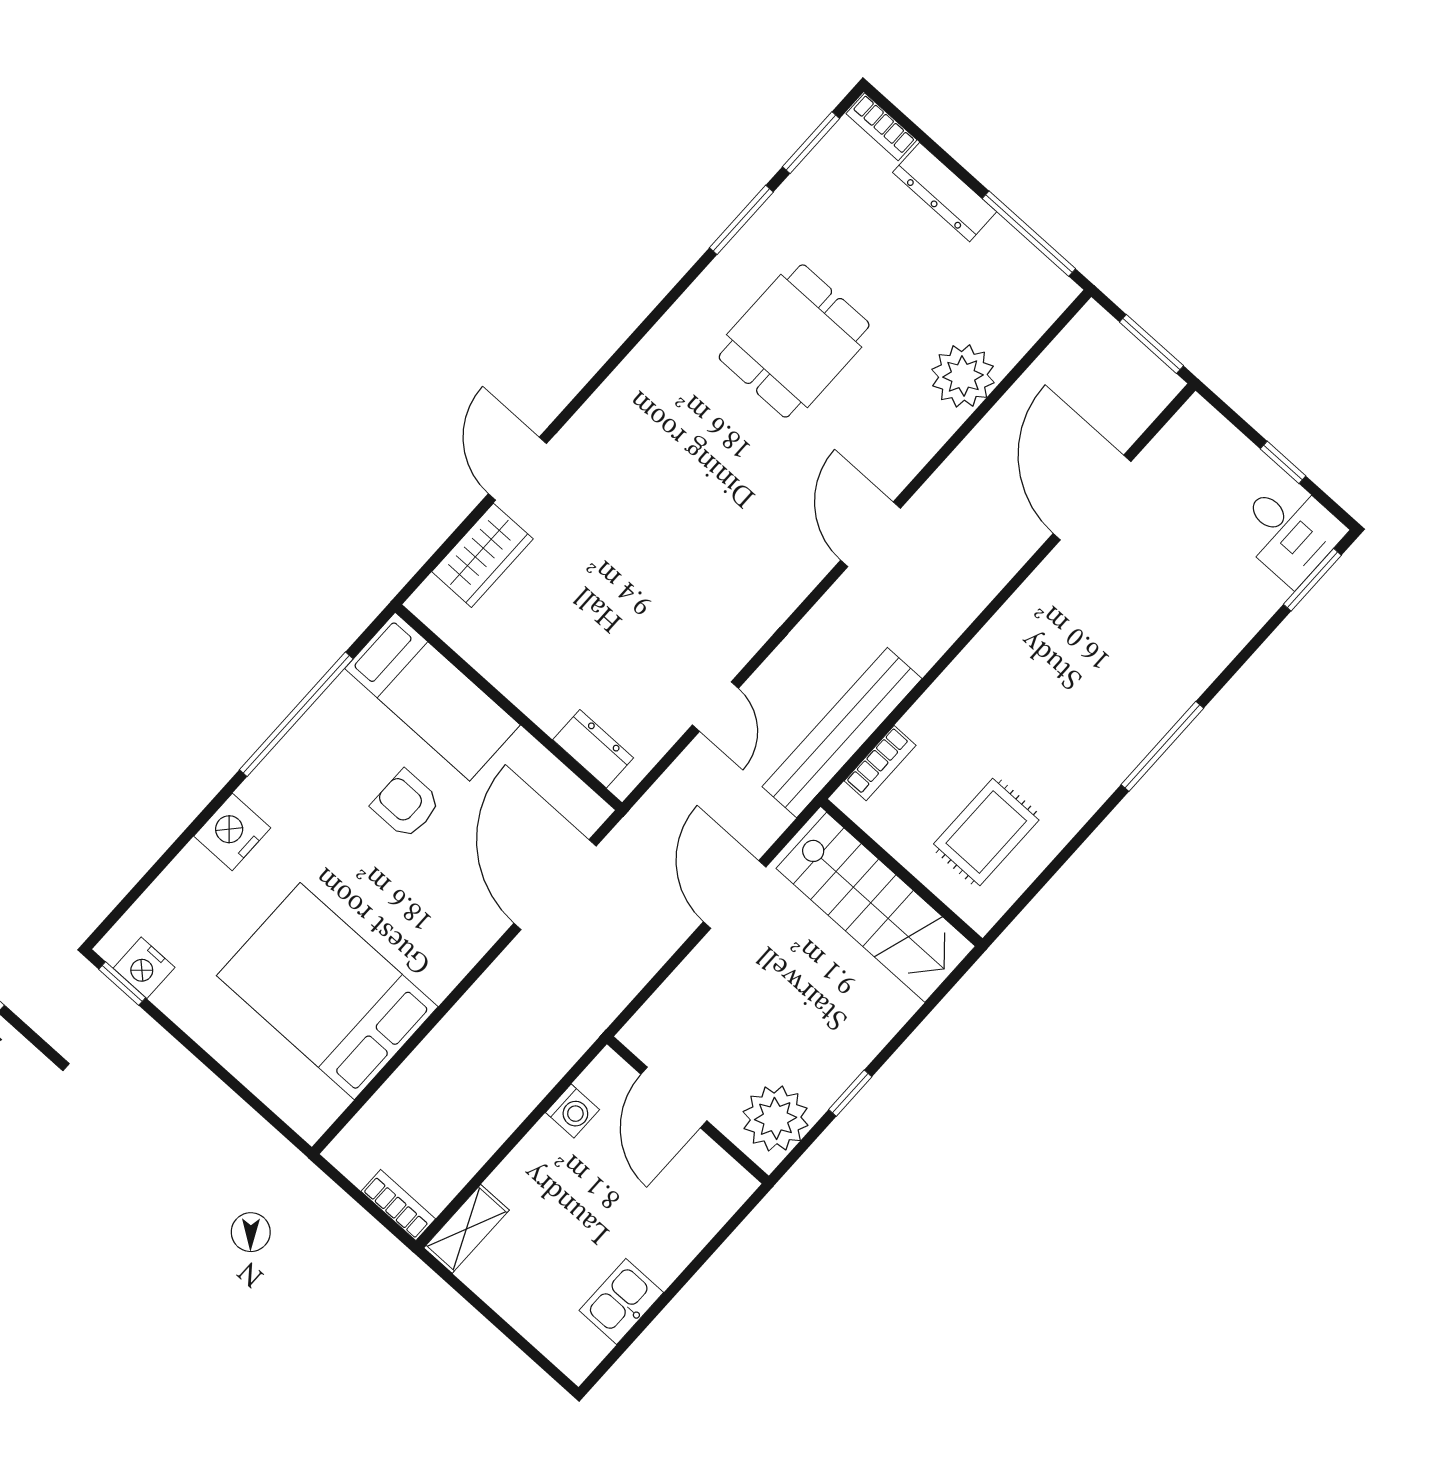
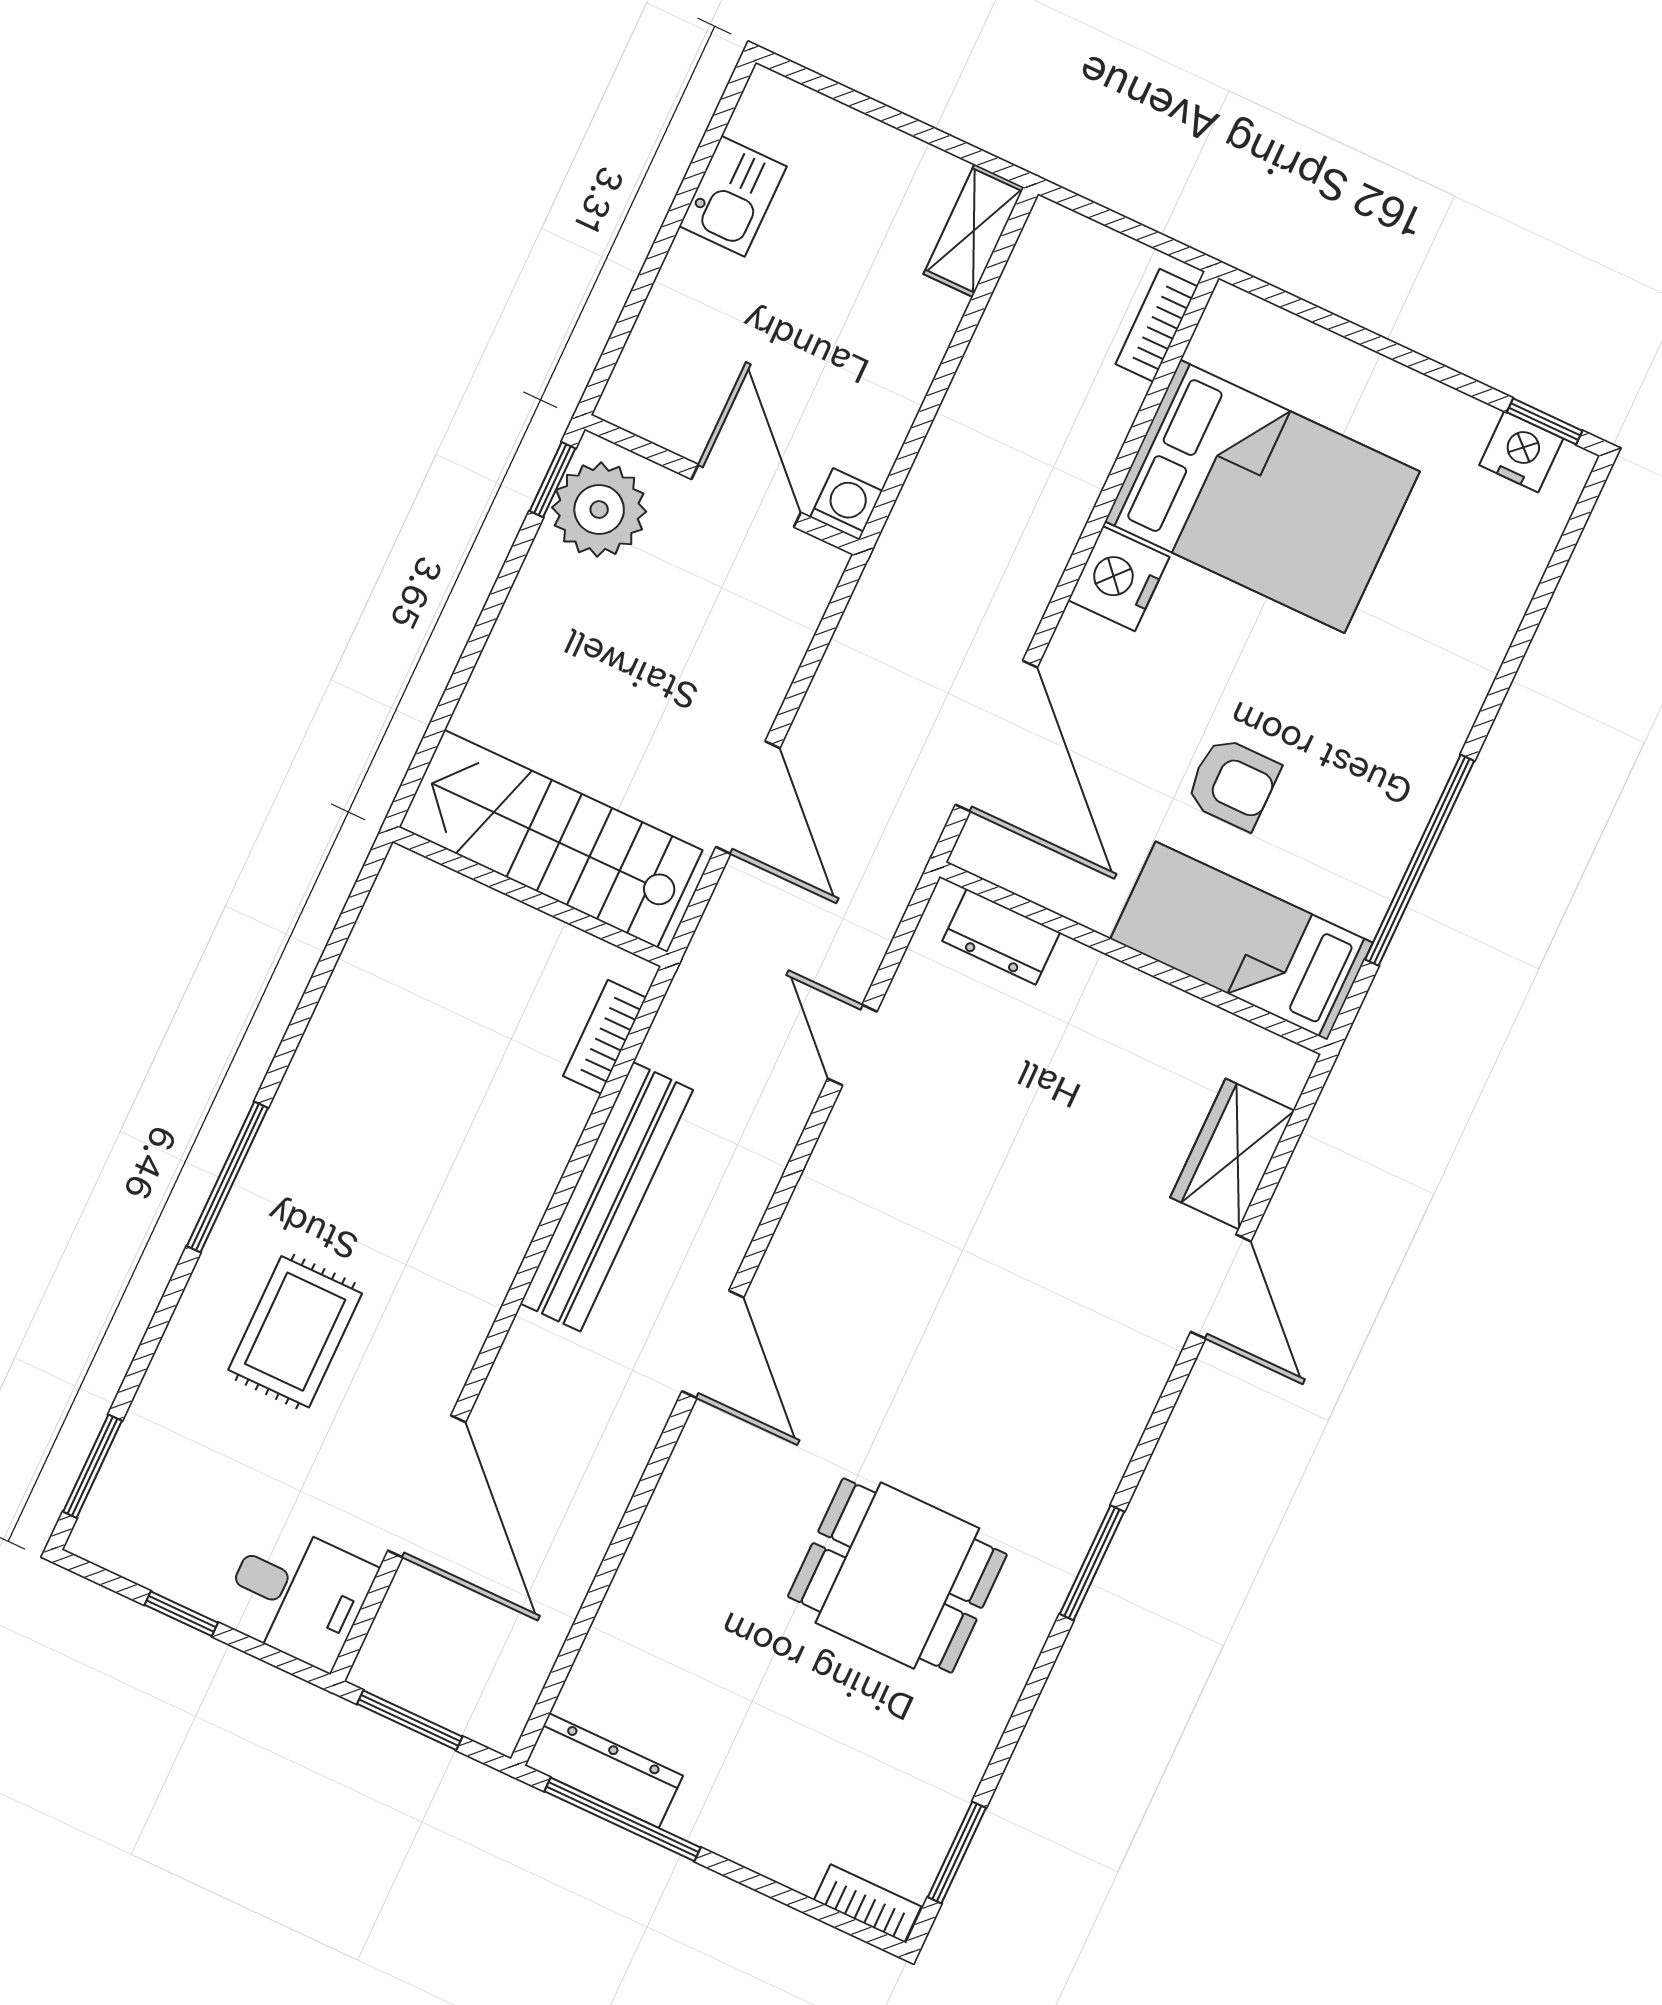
dresser: (945, 192) -> (604, 1771), moved
window: (741, 220) -> (1092, 1563), moved
dining table: (794, 341) -> (897, 1576), turned 90
plant: (963, 376) -> (653, 1598), removed
desk: (1289, 531) -> (298, 1594), moved, turned 180
bench: (842, 733) -> (607, 1197), moved
nightstand: (232, 832) -> (1119, 579), moved, turned 180
rug: (986, 832) -> (295, 1332), moved
window: (850, 1093) -> (552, 480), moved
washing machine: (573, 1111) -> (846, 504), moved, turned 90
bookcase: (398, 1205) -> (1157, 325), moved, turned 90

